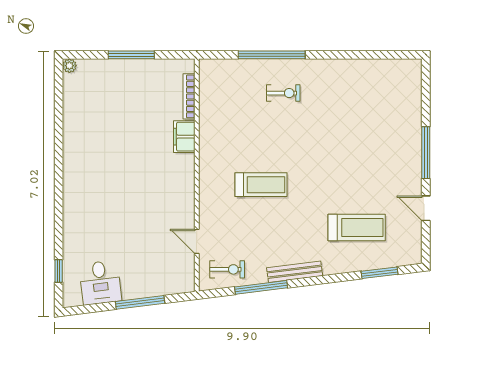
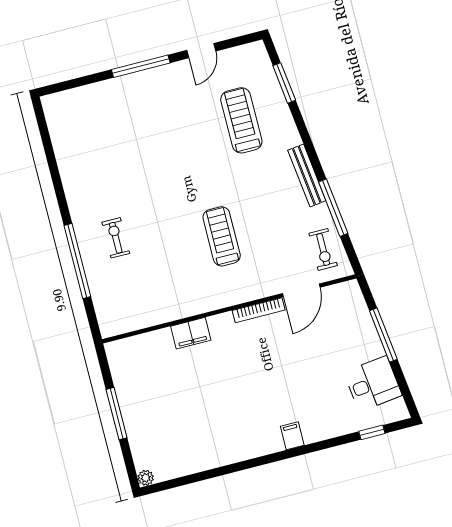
bookcase: (189, 96) -> (259, 310), moved
filing cabinet: (73, 201) -> (292, 436), added
door: (197, 241) -> (301, 290), width x1.38
exercise bike: (227, 269) -> (323, 249), turned 180

